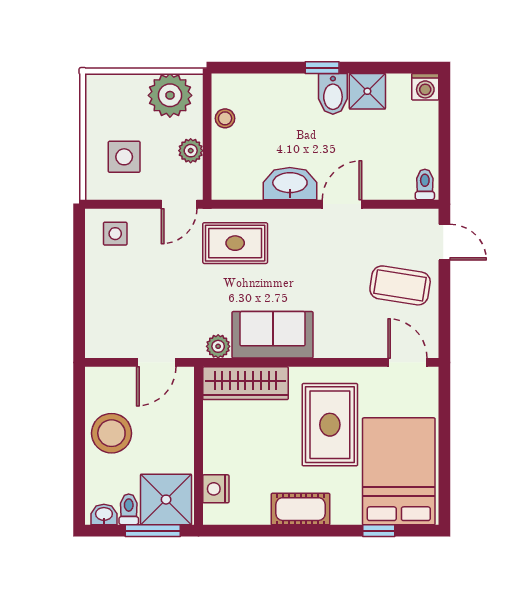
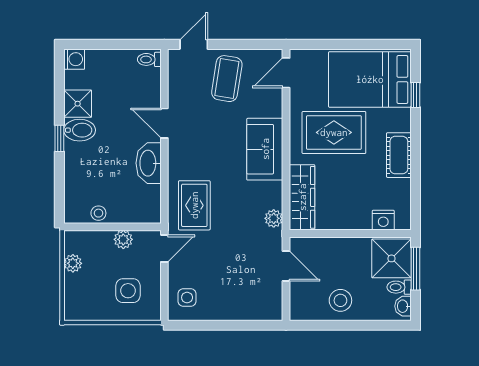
plant: (170, 95) -> (73, 263), width x0.53, depth x0.53
door: (179, 204) -> (164, 248), hinge flipped
sofa: (273, 335) -> (265, 149), moved
stool: (111, 433) -> (340, 300), width x0.73, depth x0.73

